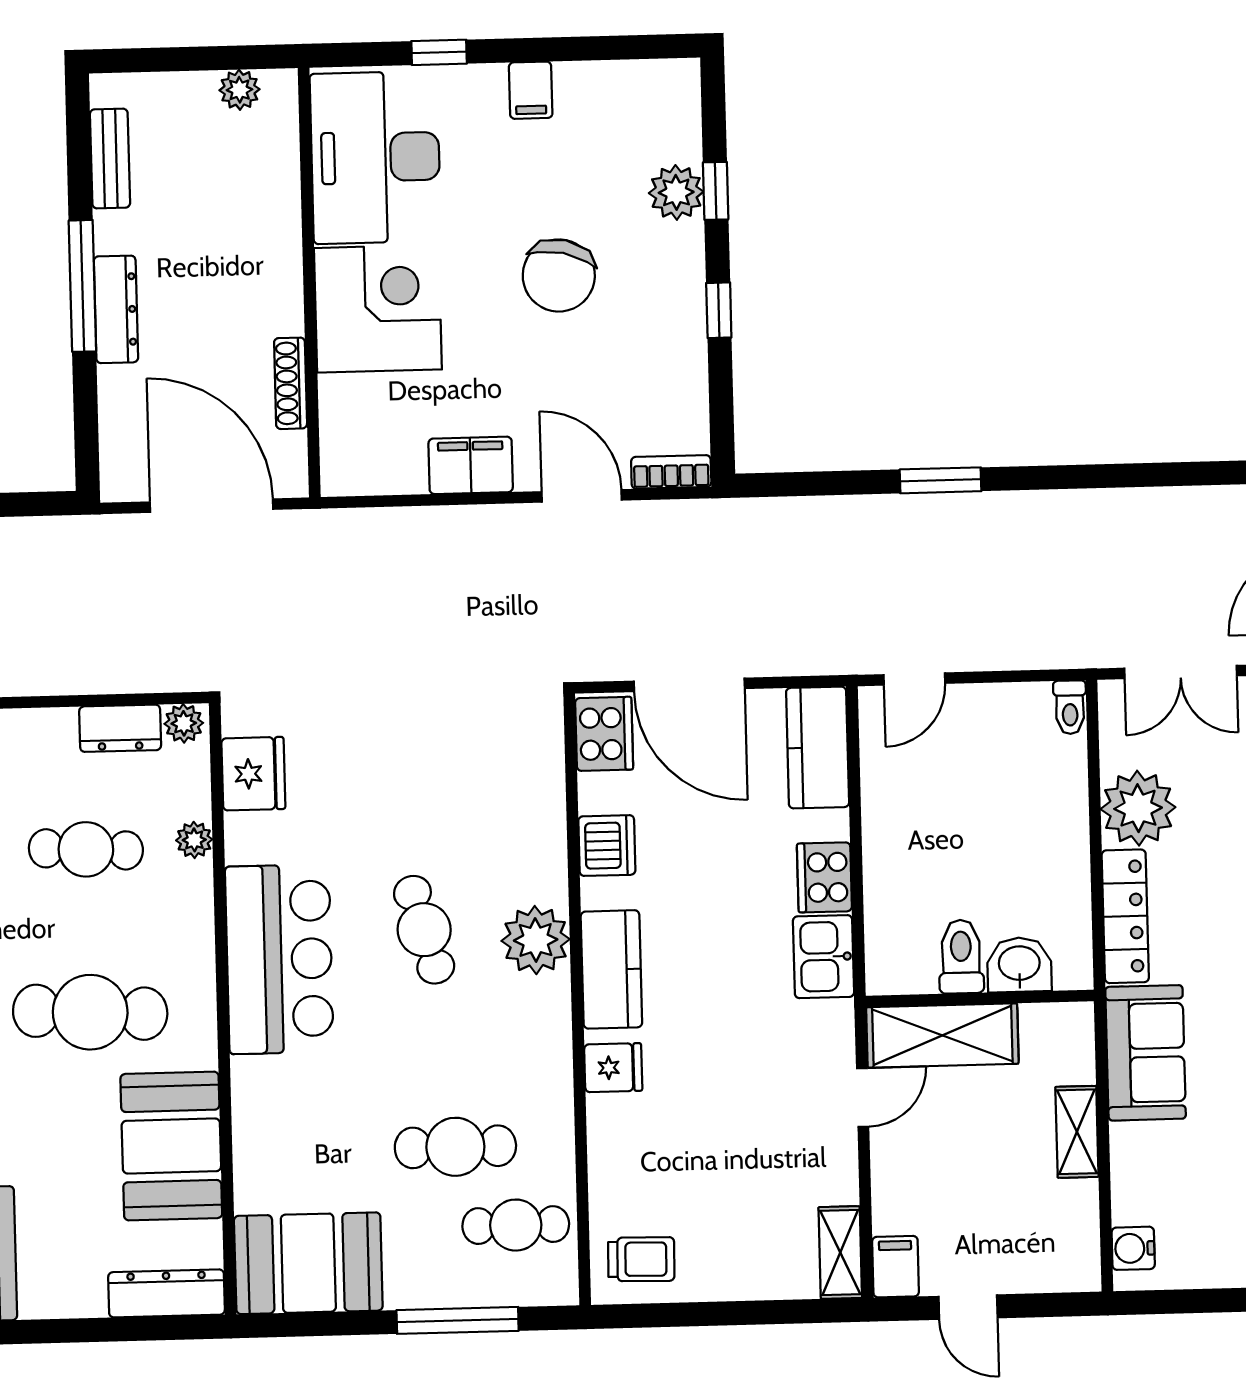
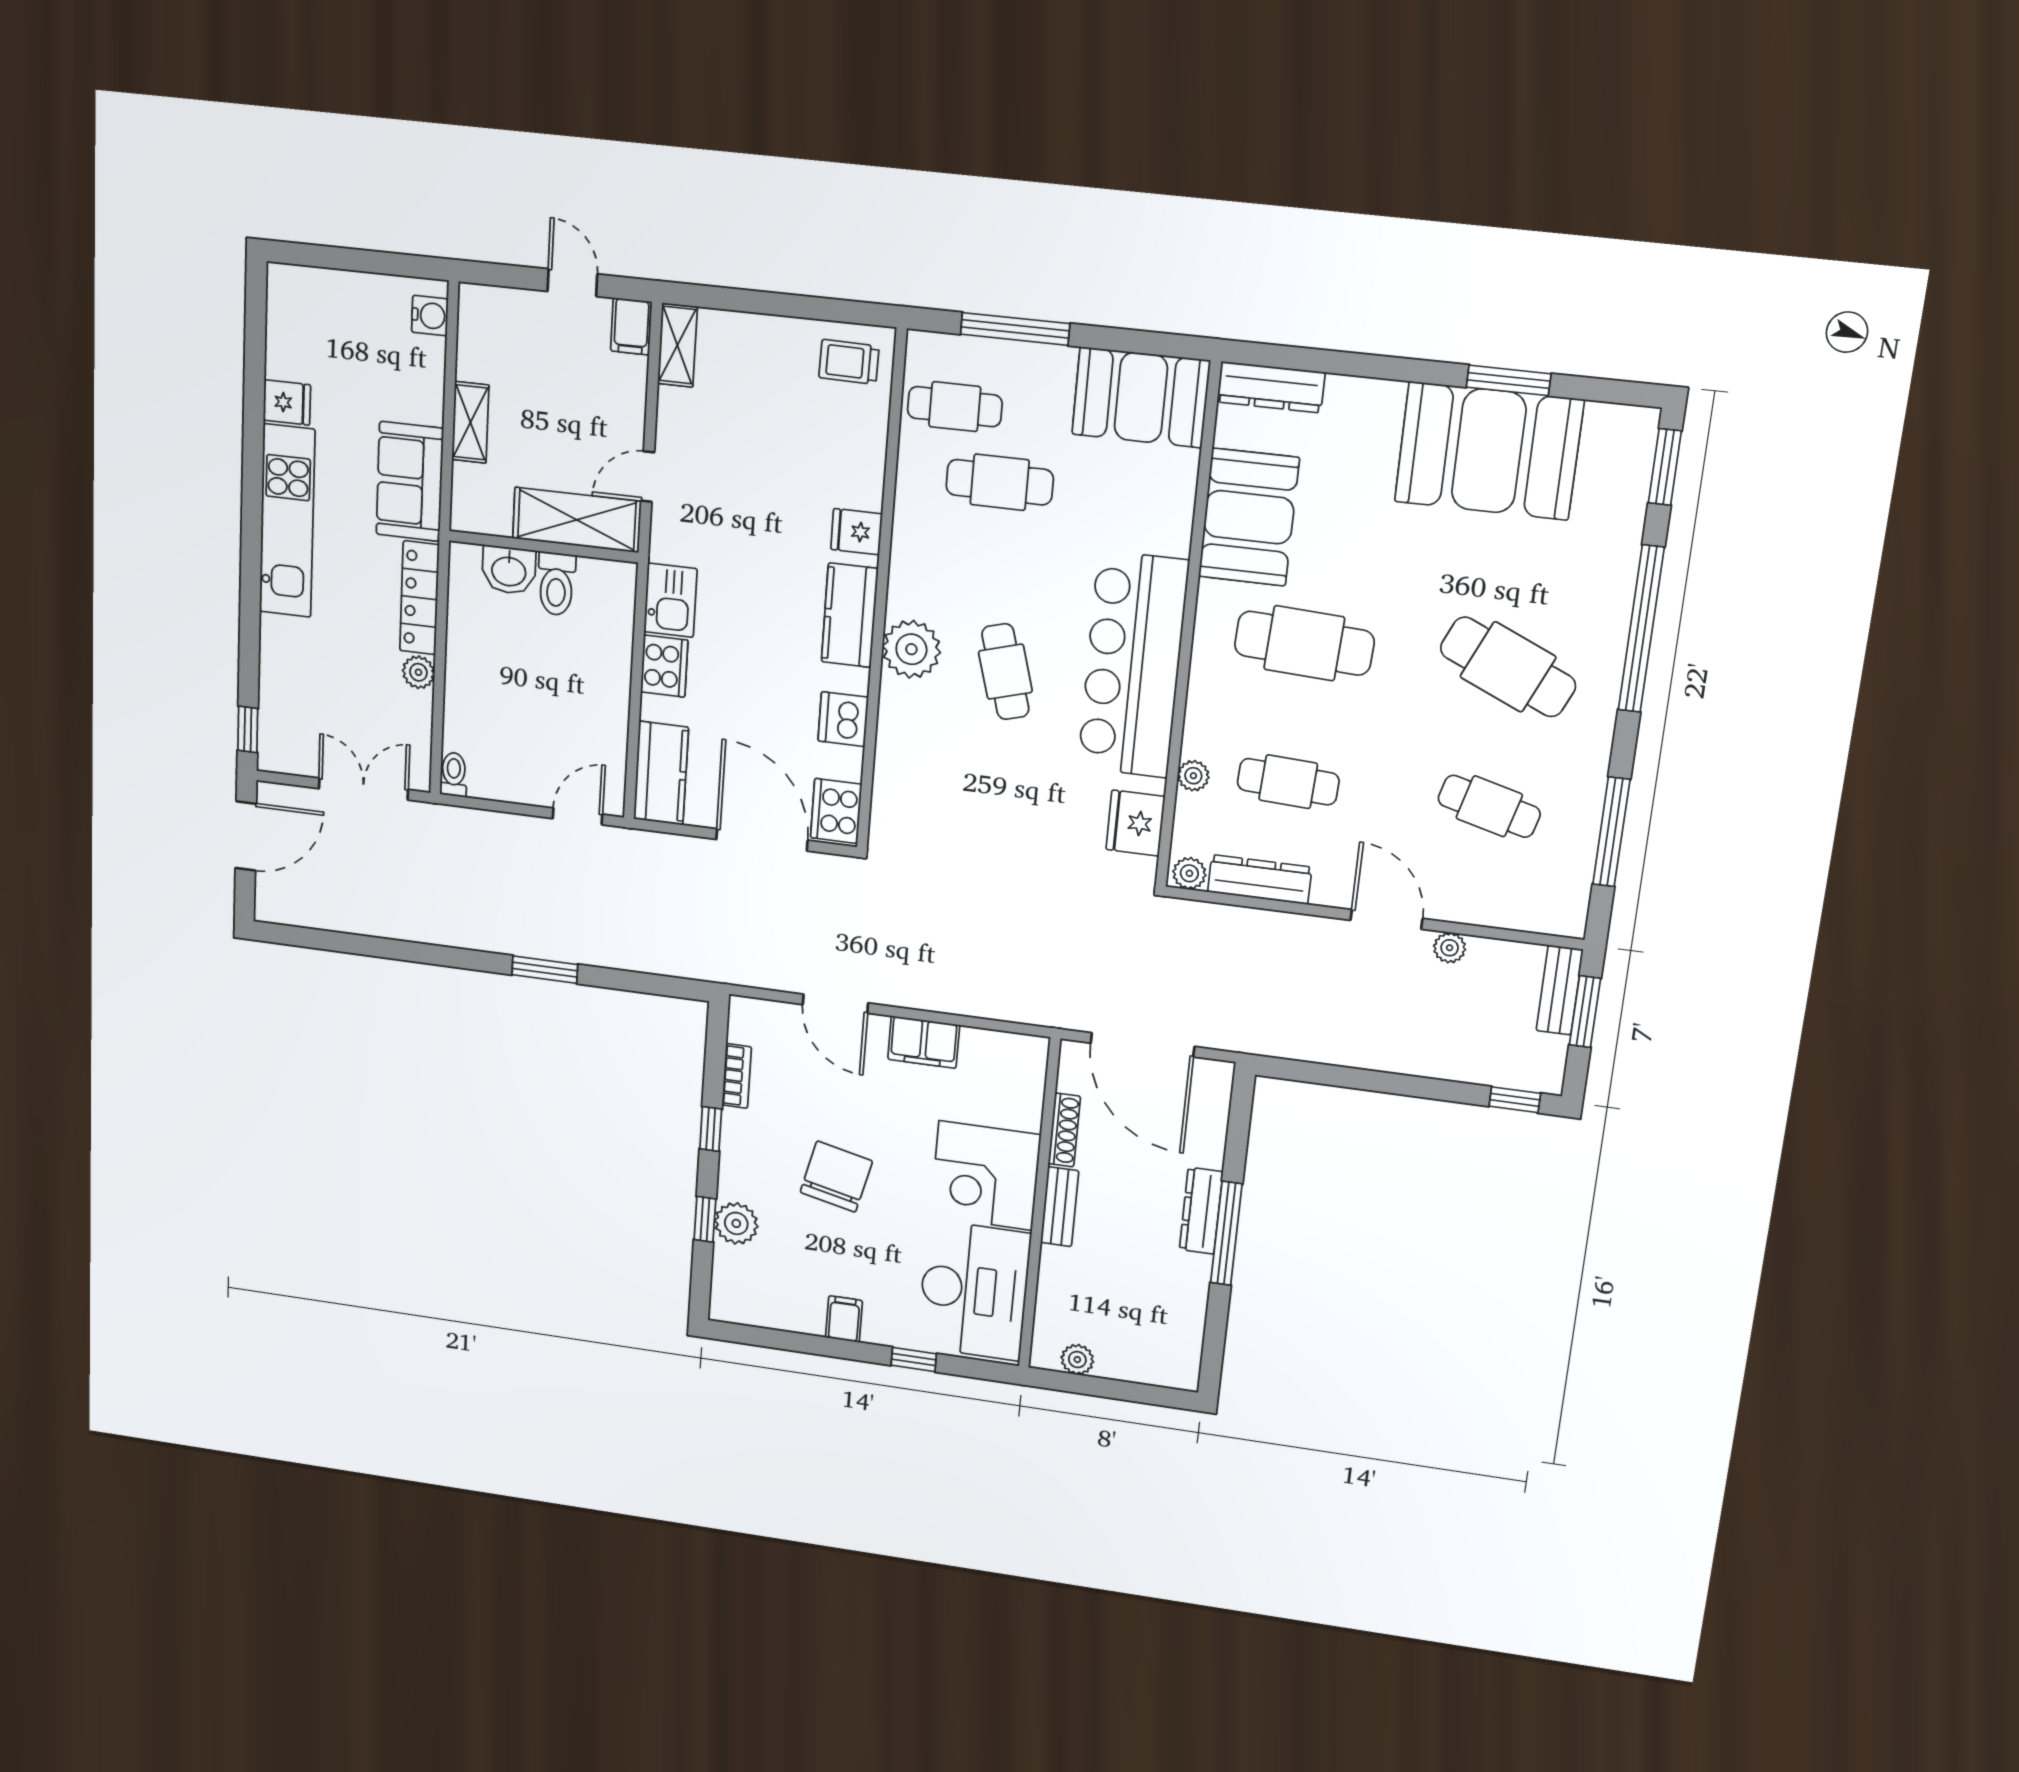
bench: (110, 159) -> (1060, 1207), moved
bookcase: (671, 472) -> (737, 1076), moved, turned -90
dresser: (120, 728) -> (1260, 879), width x1.44
plant: (1138, 808) -> (418, 672), width x0.53, depth x0.53
bar counter: (279, 959) -> (1133, 665), width x1.36

